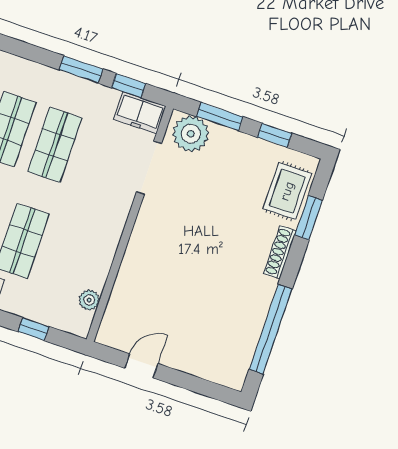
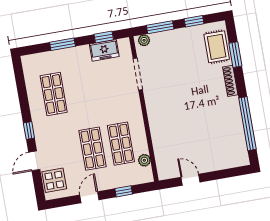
window: (81, 69) -> (63, 44), moved
freezer: (140, 113) -> (104, 50), moved
plant: (191, 134) -> (144, 40), width x0.53, depth x0.53
shop shelf: (55, 145) -> (121, 144), moved
door: (141, 366) -> (190, 180), hinge flipped

